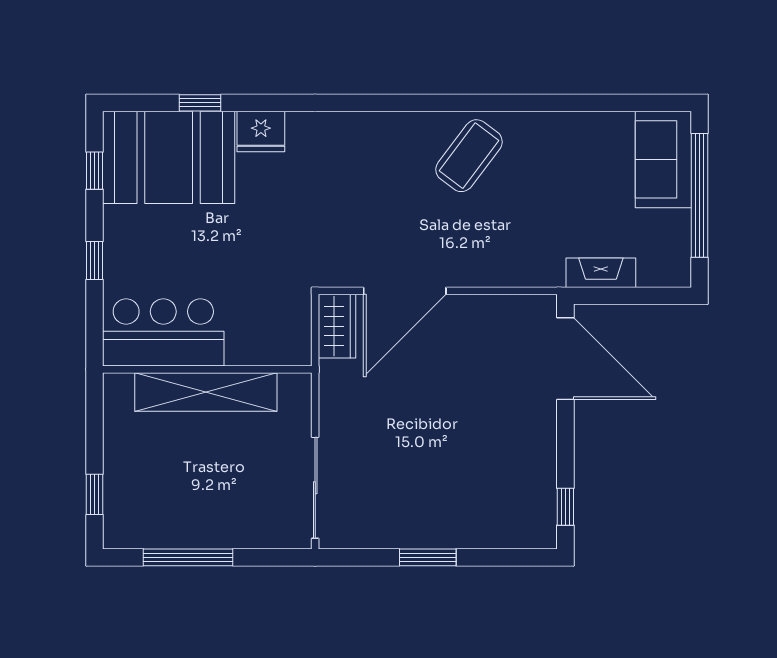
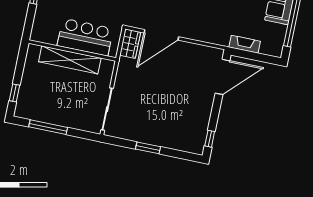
bar counter: (163, 332) -> (85, 37), moved
door: (565, 359) -> (222, 77), hinge flipped

